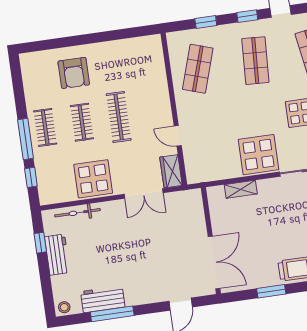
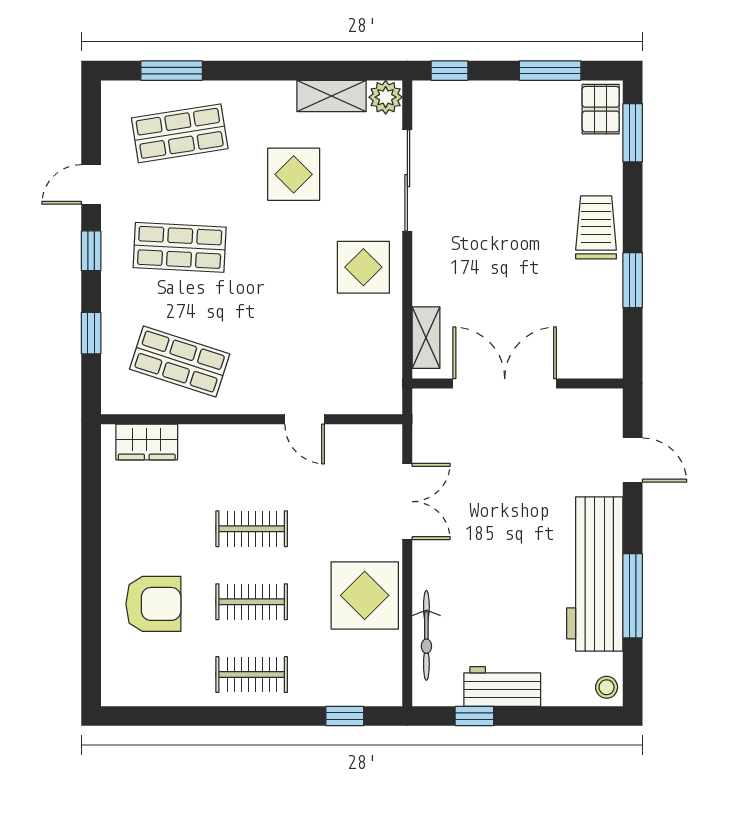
clothes rail: (119, 117) -> (252, 529), width x0.73
door: (178, 136) -> (305, 419), hinge flipped
window: (26, 139) -> (269, 716), removed
display table: (258, 155) -> (363, 267), width x0.73, depth x0.73
wardrobe: (171, 171) -> (147, 442), moved
shelving: (241, 189) -> (426, 338), moved
double door: (214, 262) -> (505, 384), moved
workbench: (103, 299) -> (595, 574), width x1.88, depth x1.32

